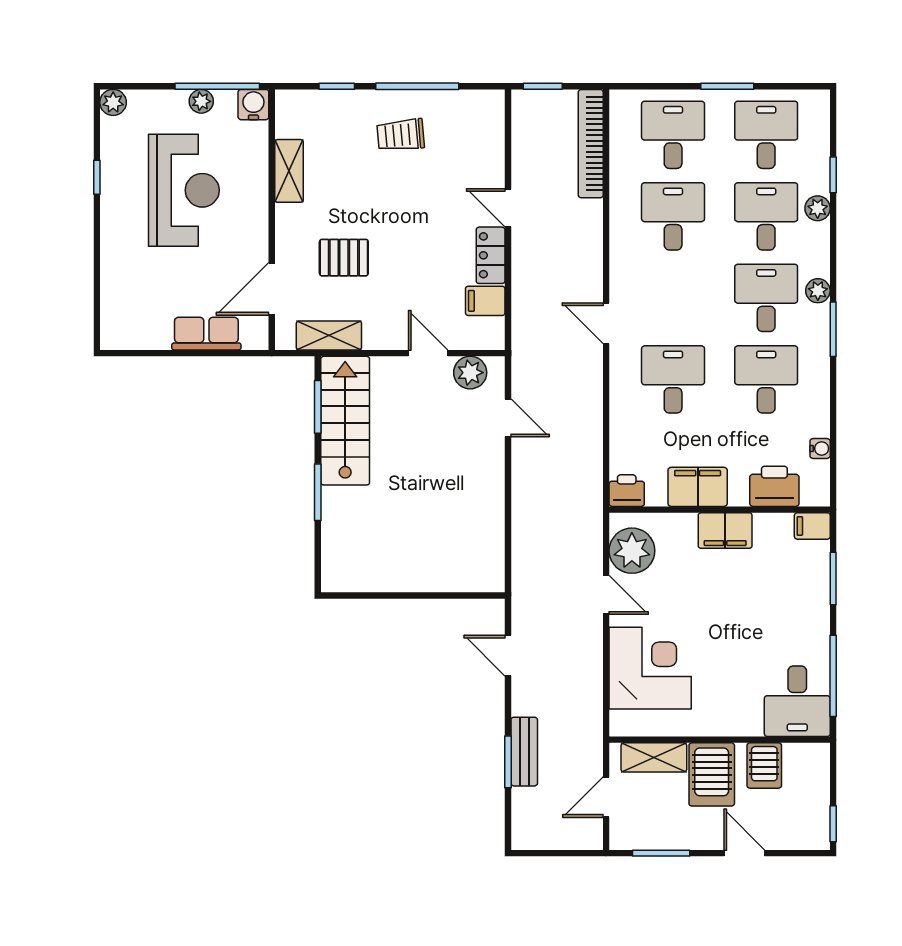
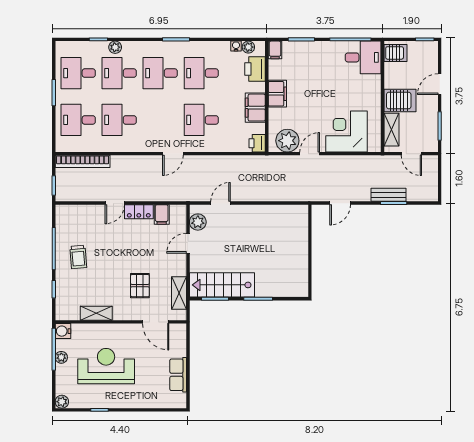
plant: (818, 291) -> (248, 47), moved
row of seats: (206, 334) -> (178, 375), moved
server rack: (764, 765) -> (395, 53), moved

